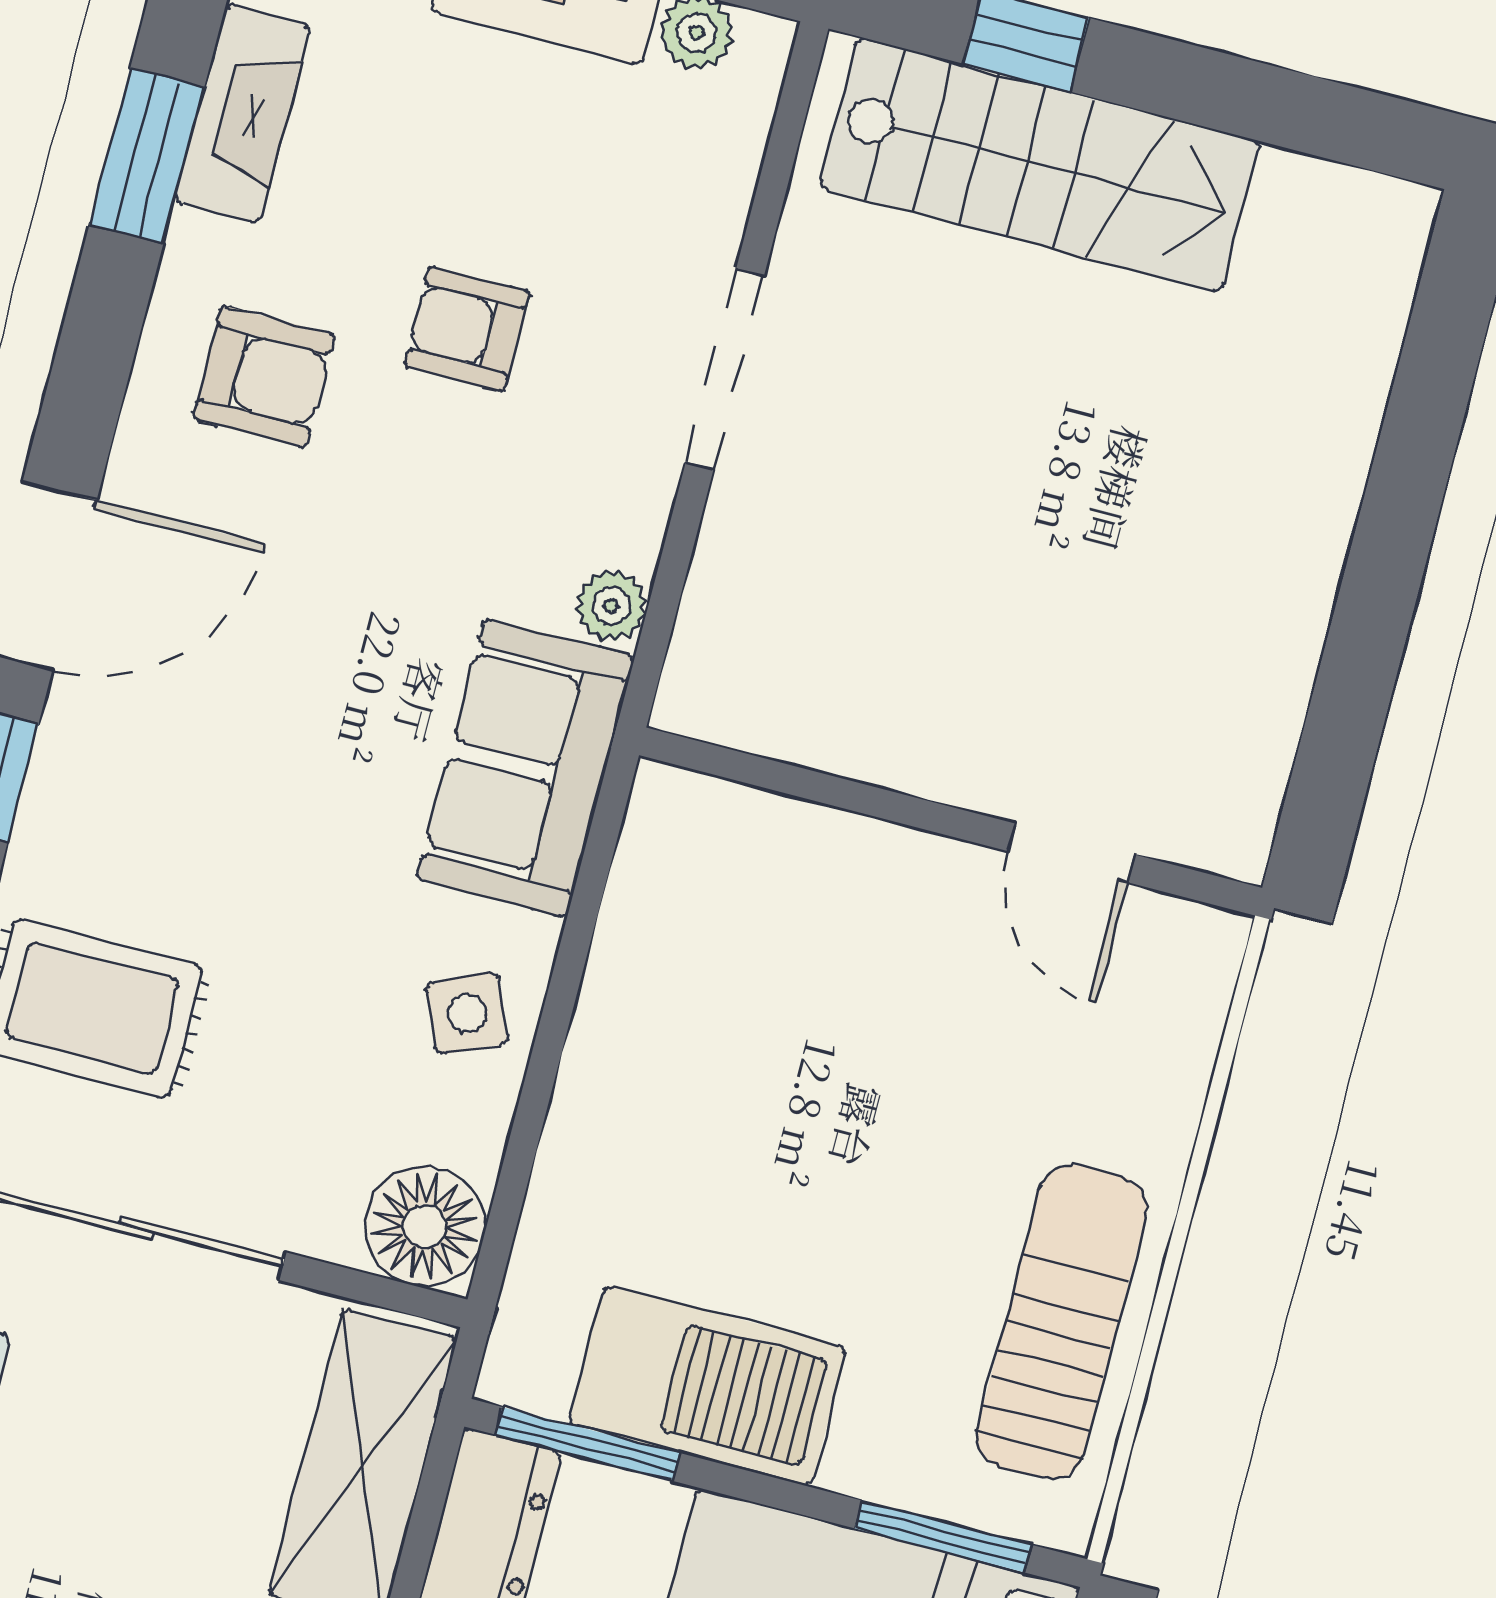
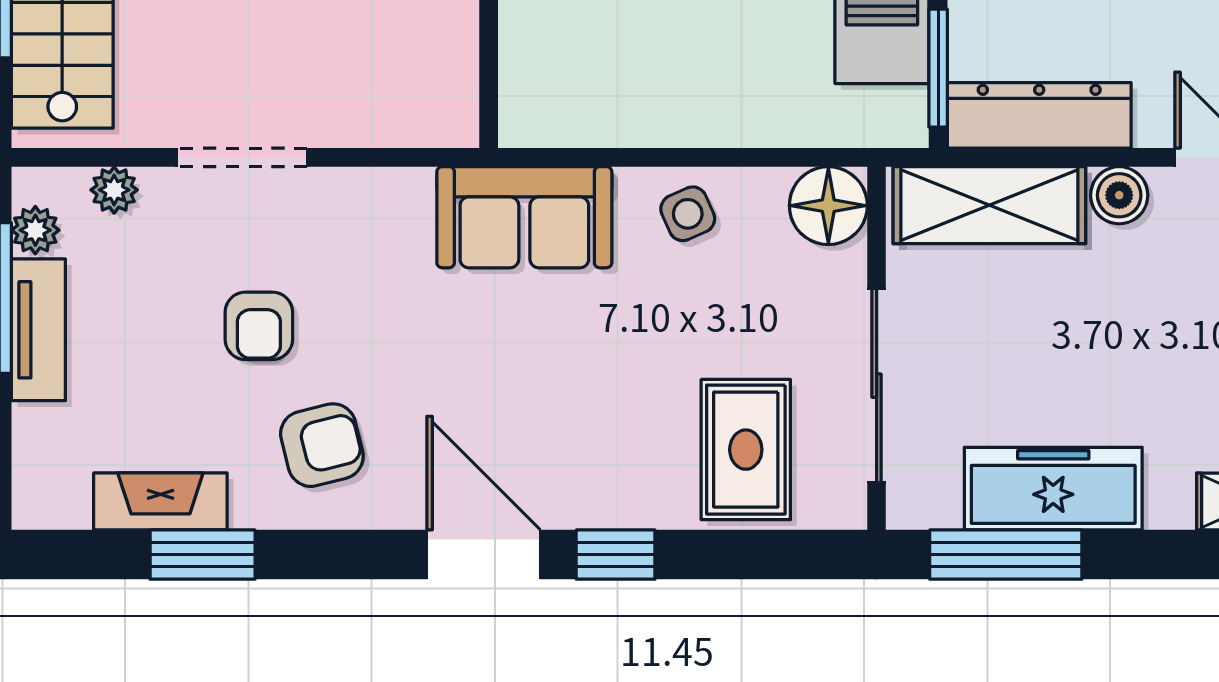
armchair: (264, 377) -> (322, 445), turned 76
plant: (611, 606) -> (114, 190), moved

